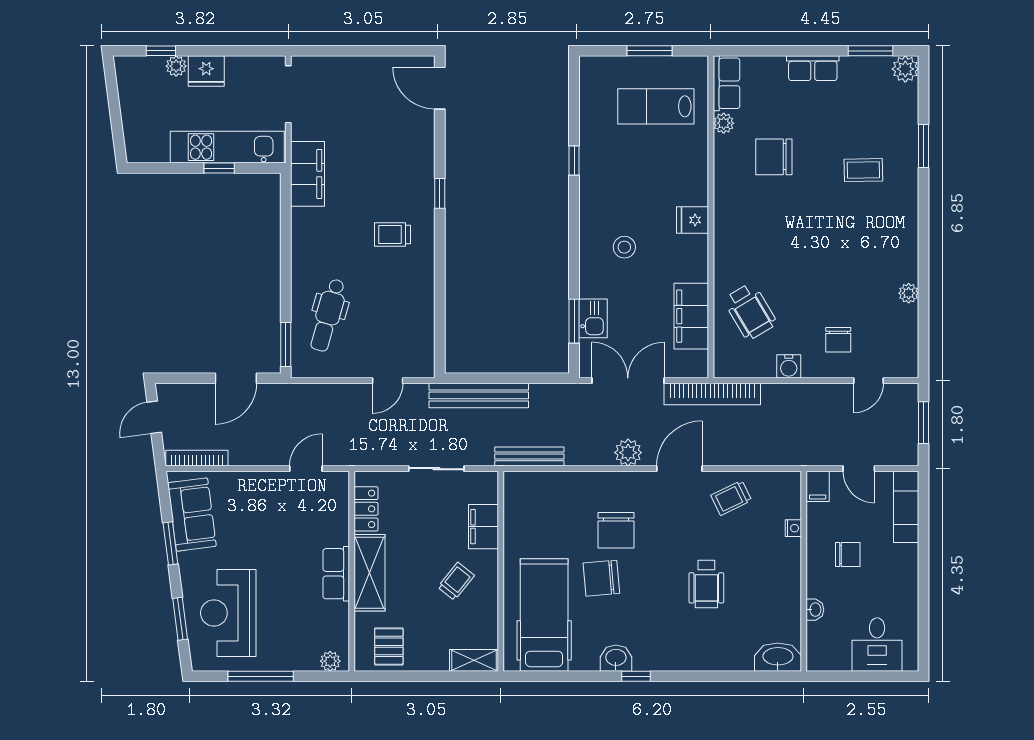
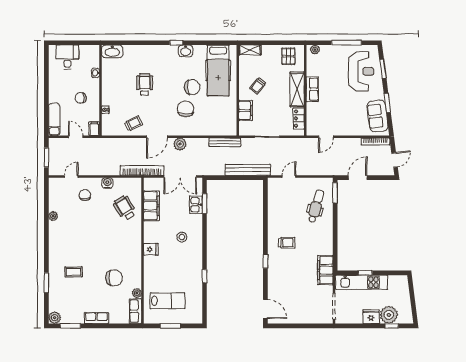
plant: (176, 66) -> (389, 315), width x1.88, depth x1.88

